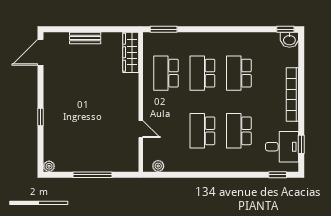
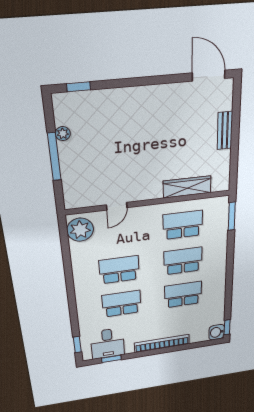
wardrobe: (131, 52) -> (187, 187), moved
window: (41, 117) -> (79, 87), moved
plant: (49, 166) -> (63, 134), moved
plant: (158, 166) -> (80, 230), width x1.88, depth x1.88

